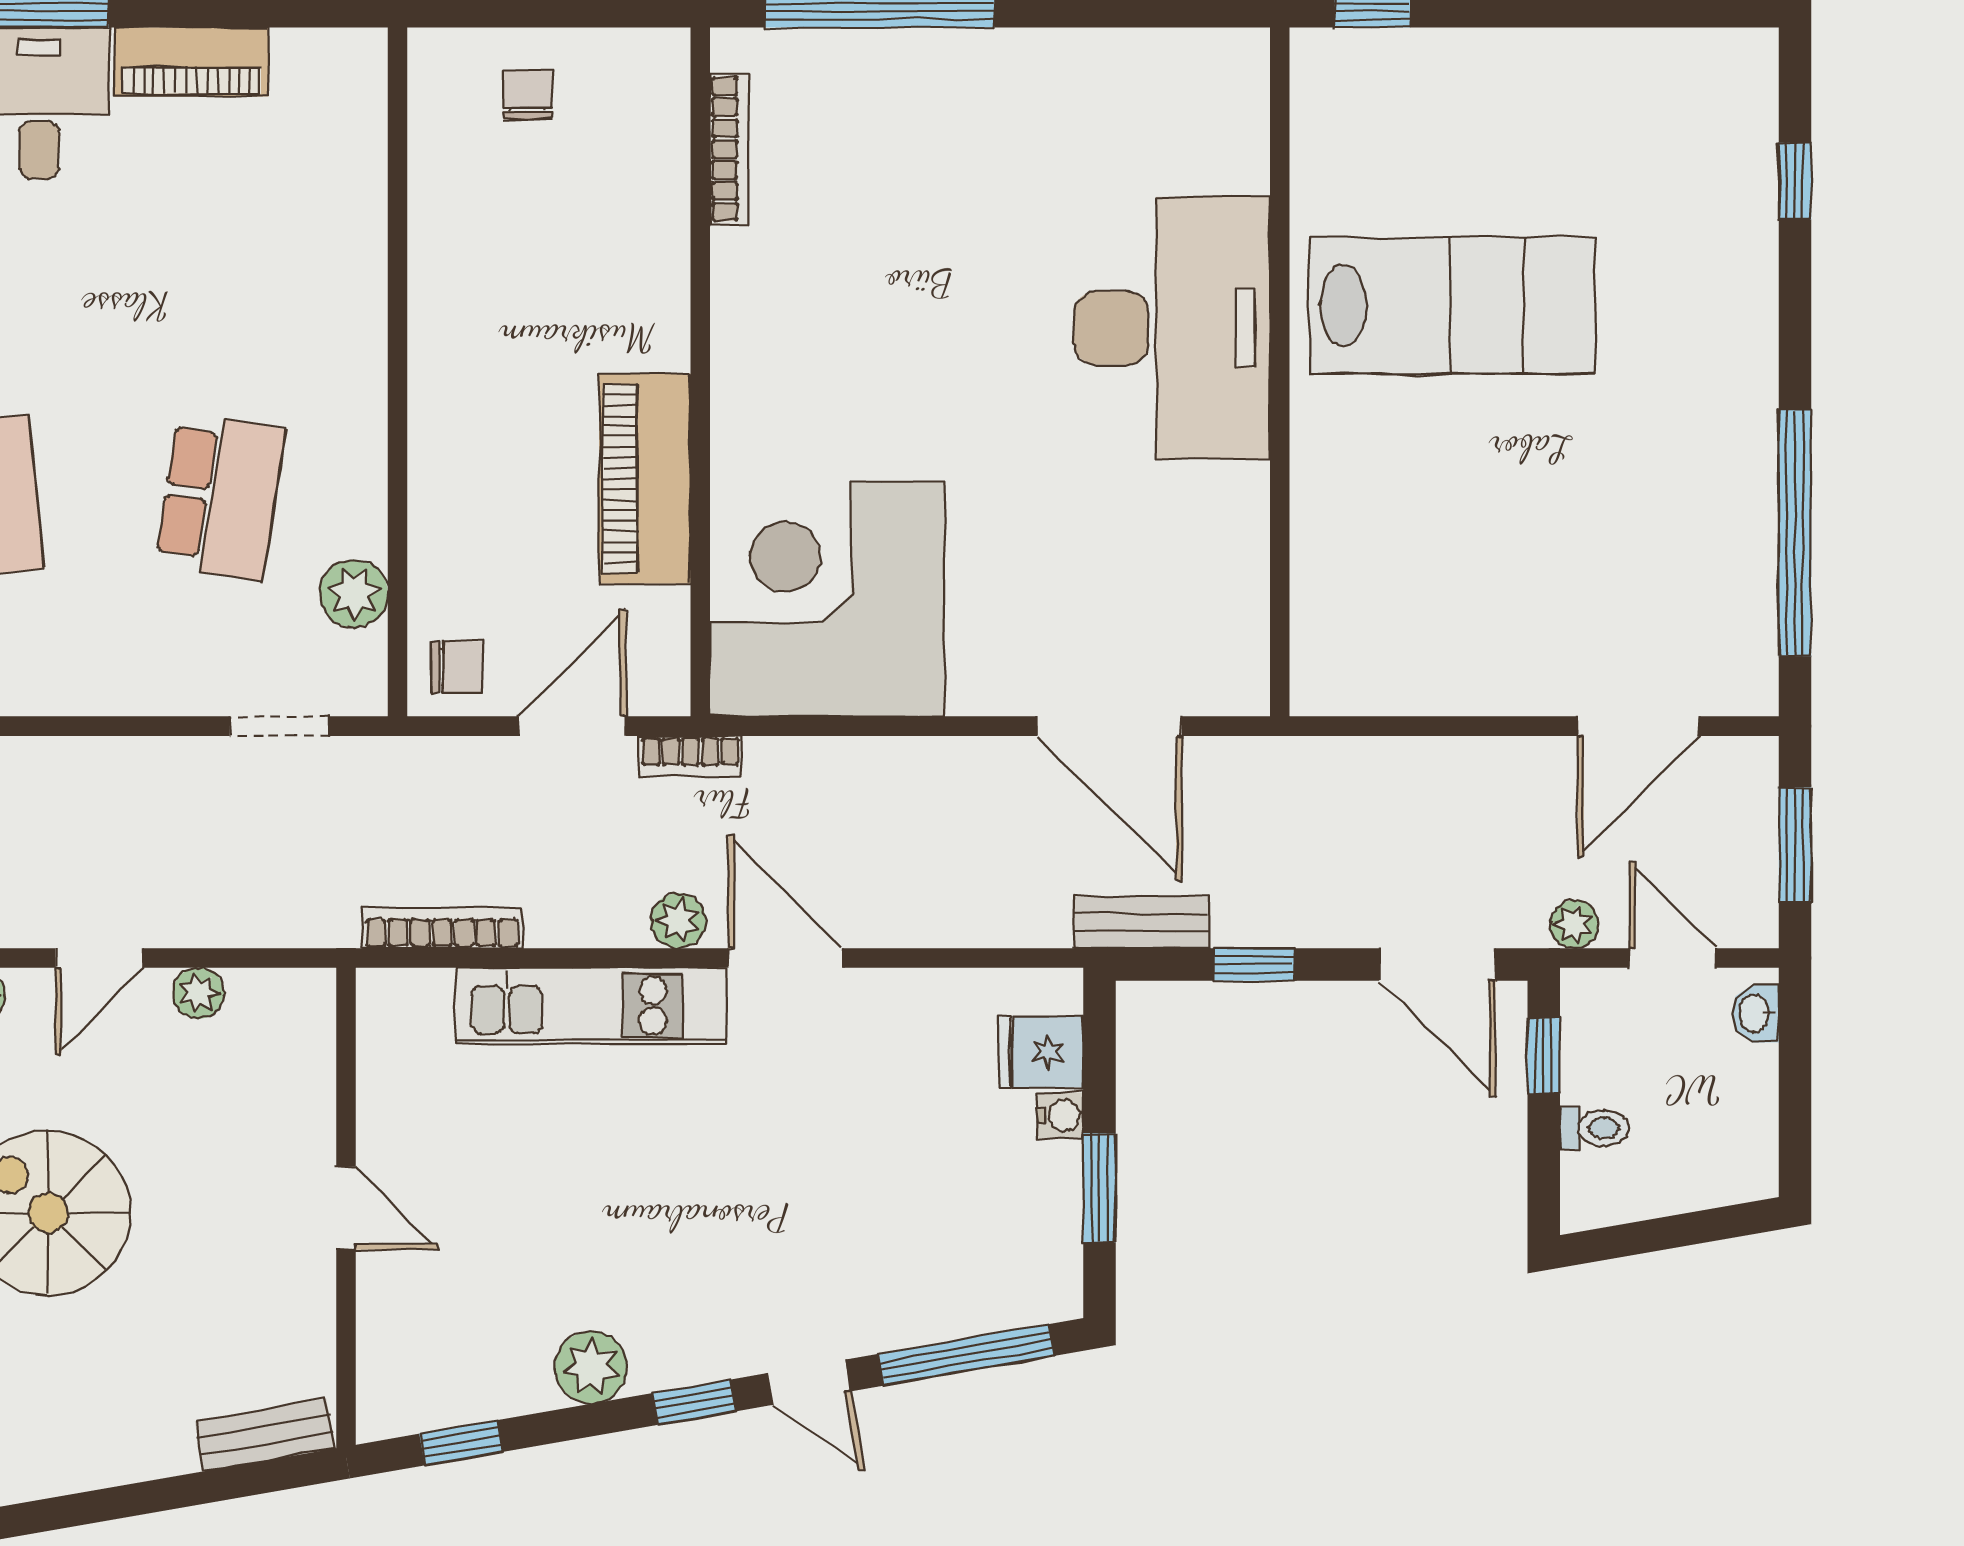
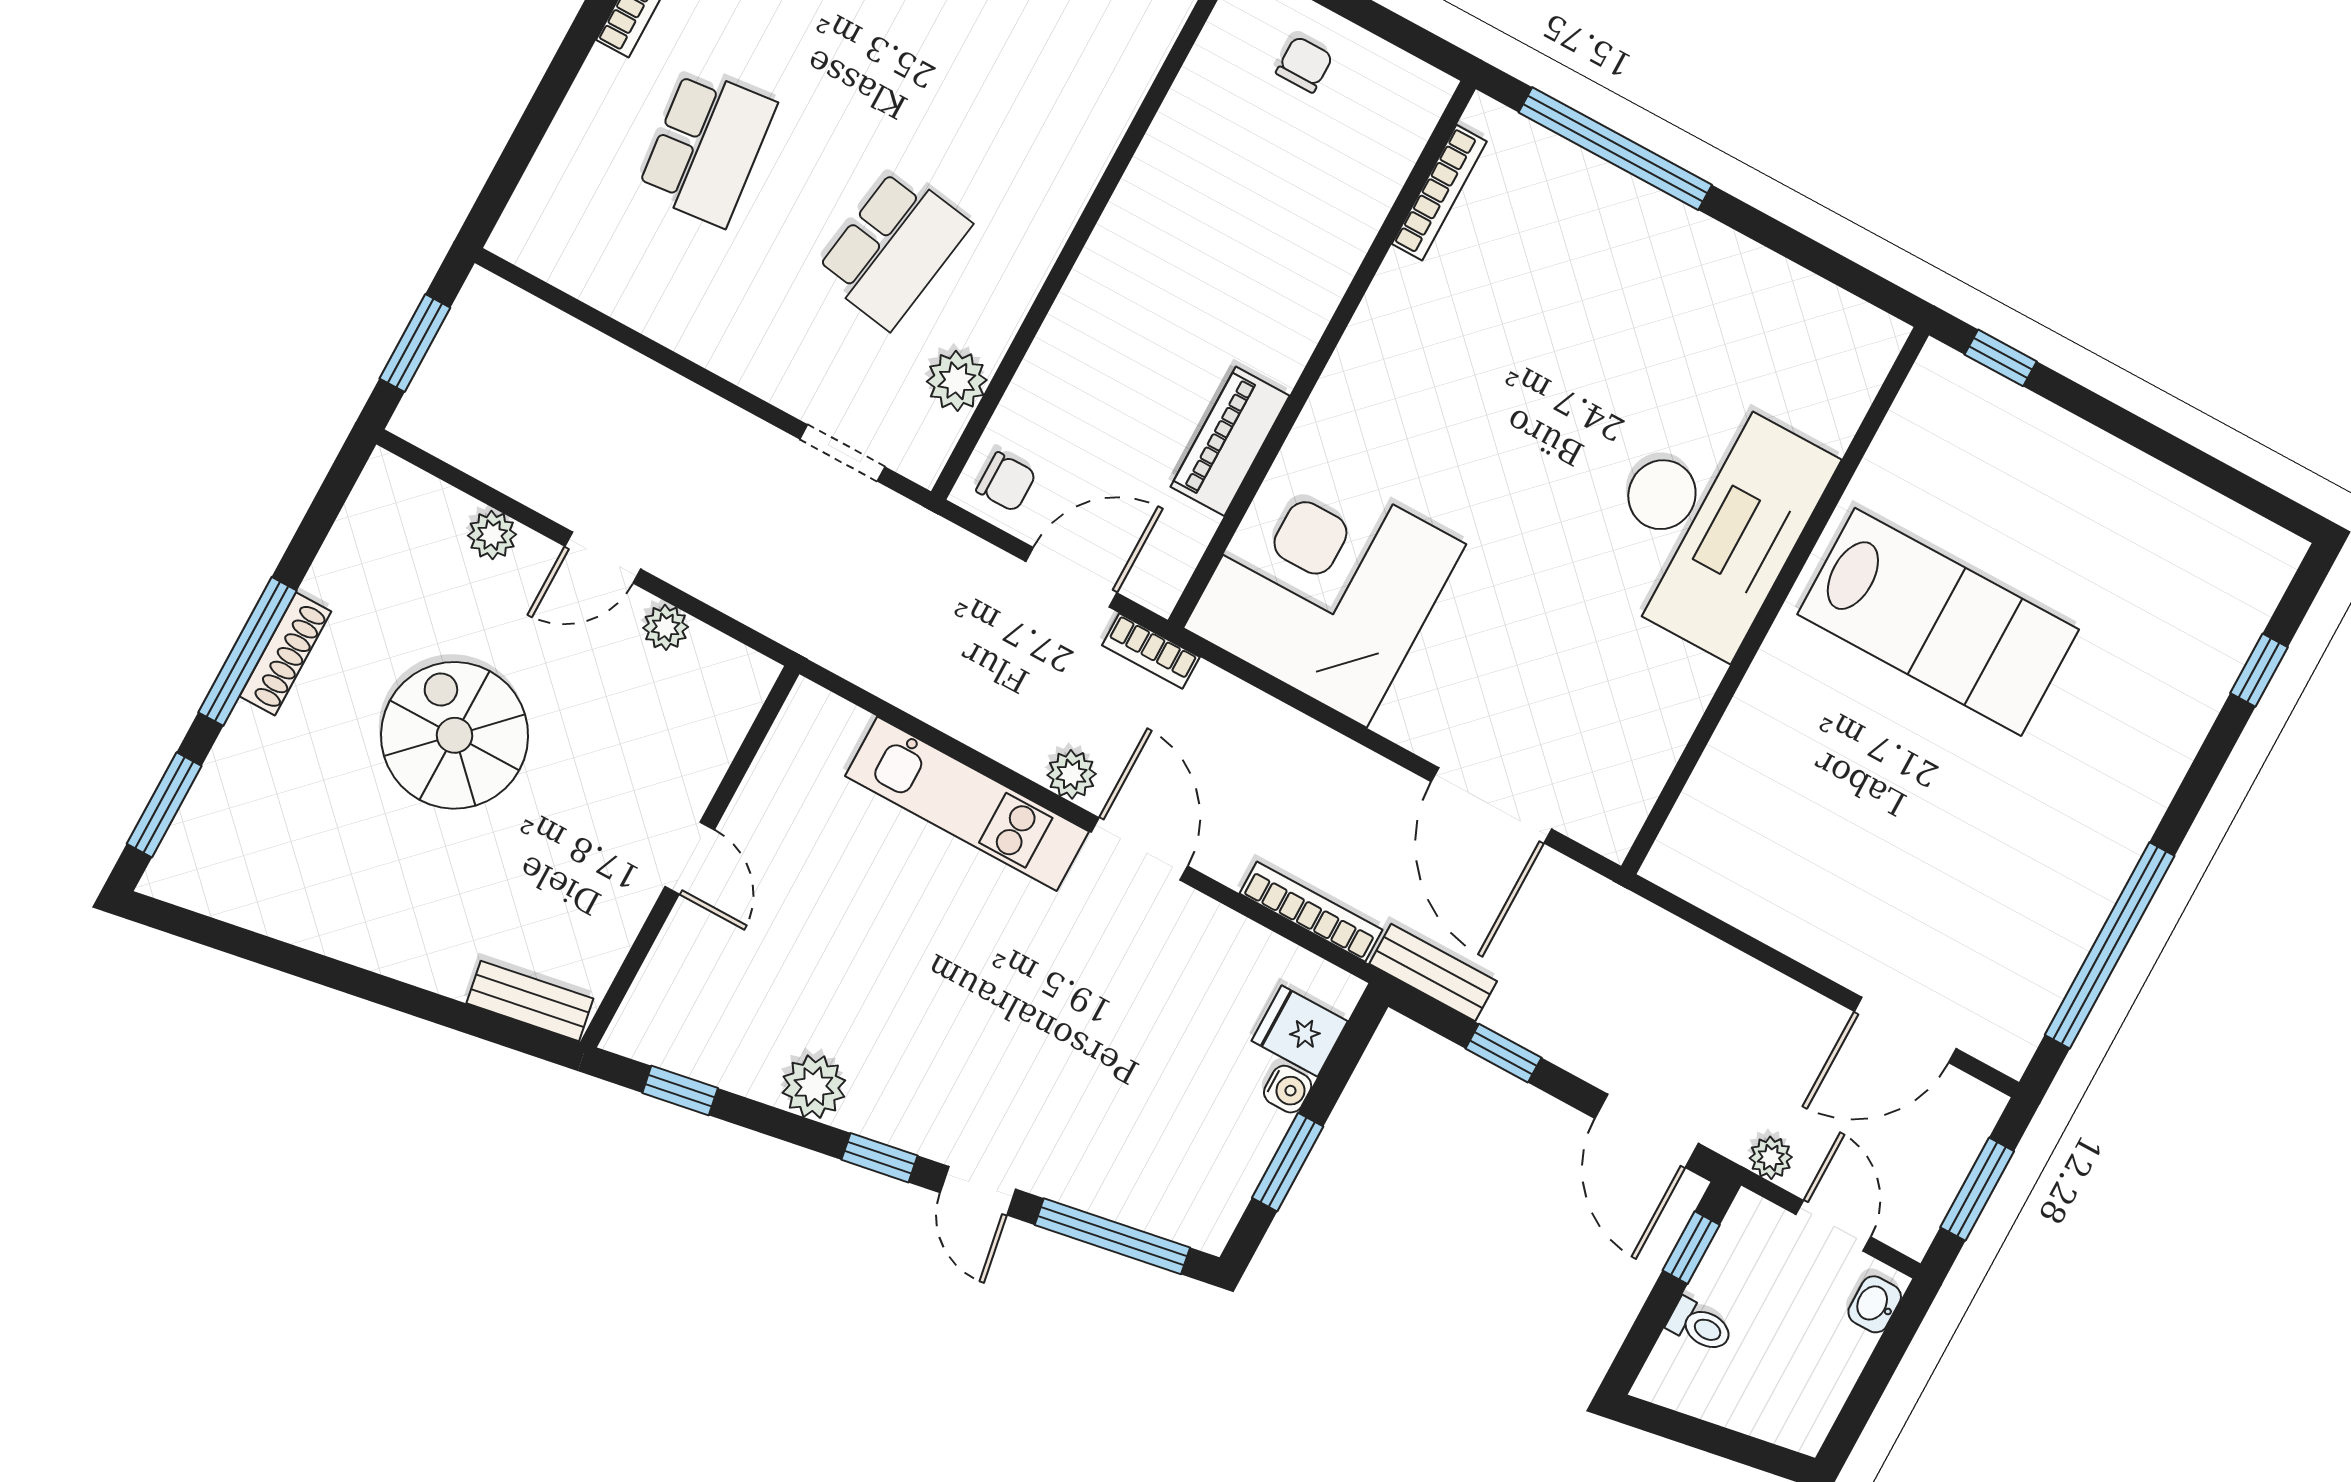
piano: (645, 479) -> (1230, 441), width x0.73, depth x0.75
bookcase: (442, 928) -> (1311, 912), moved

